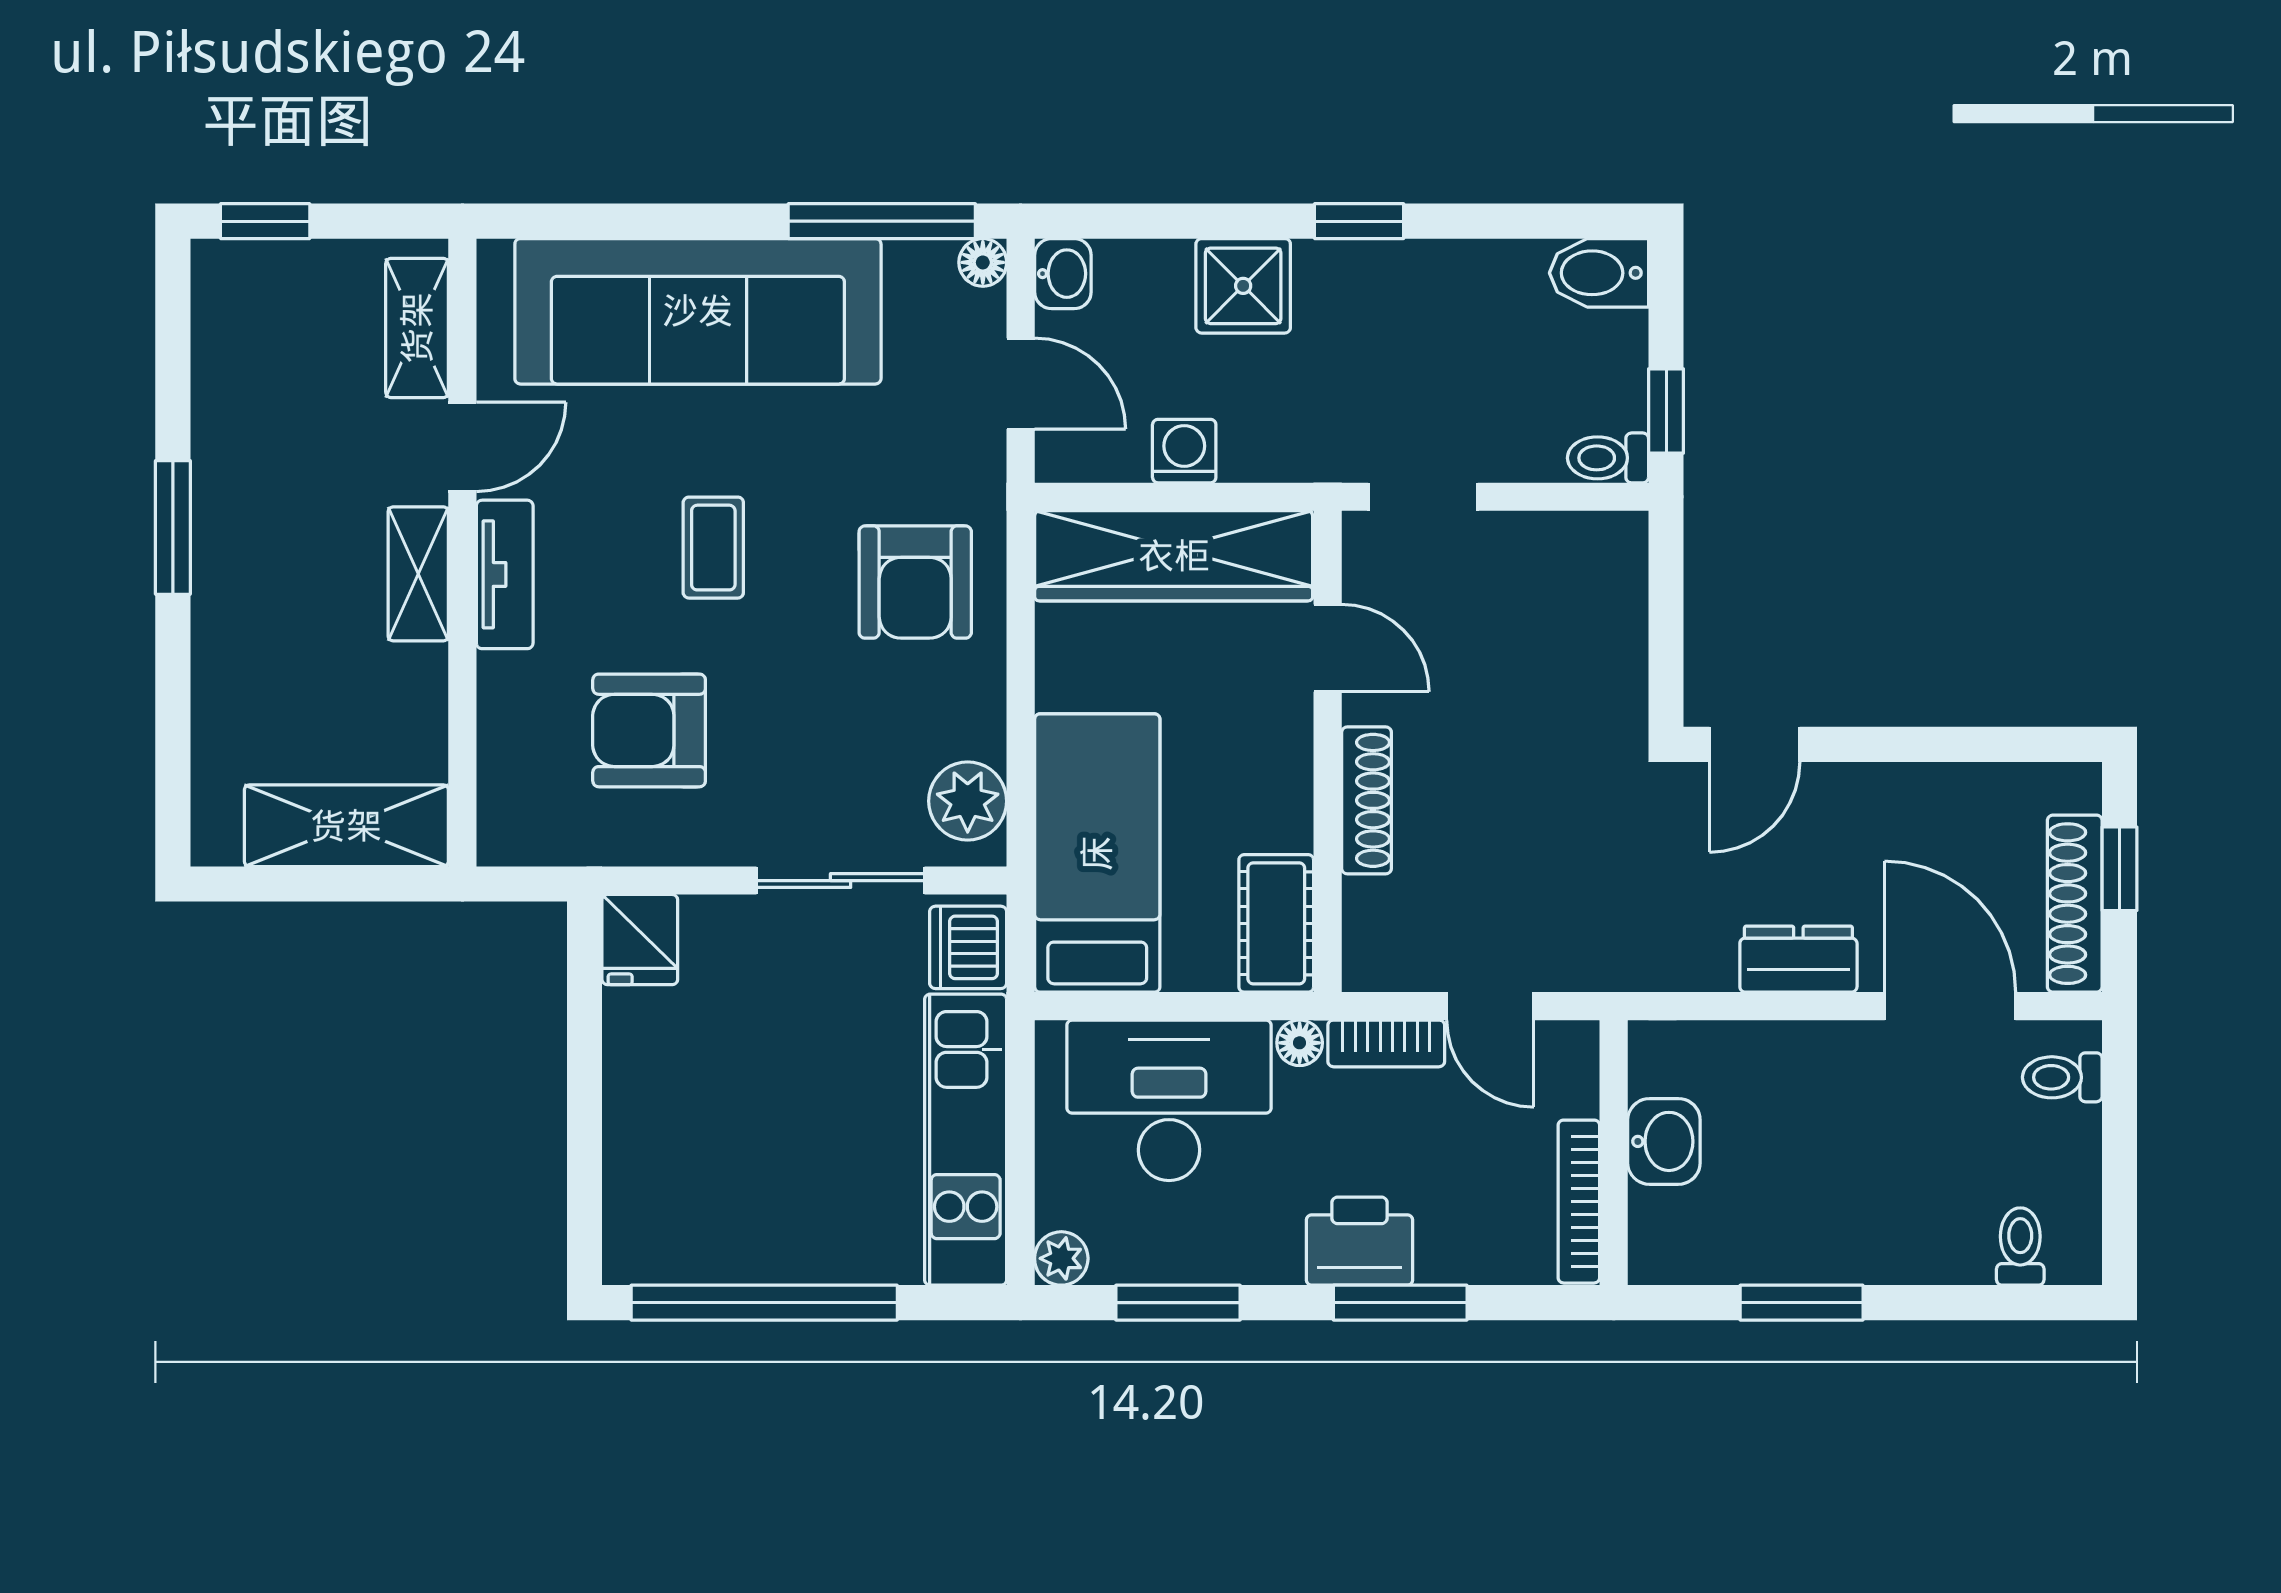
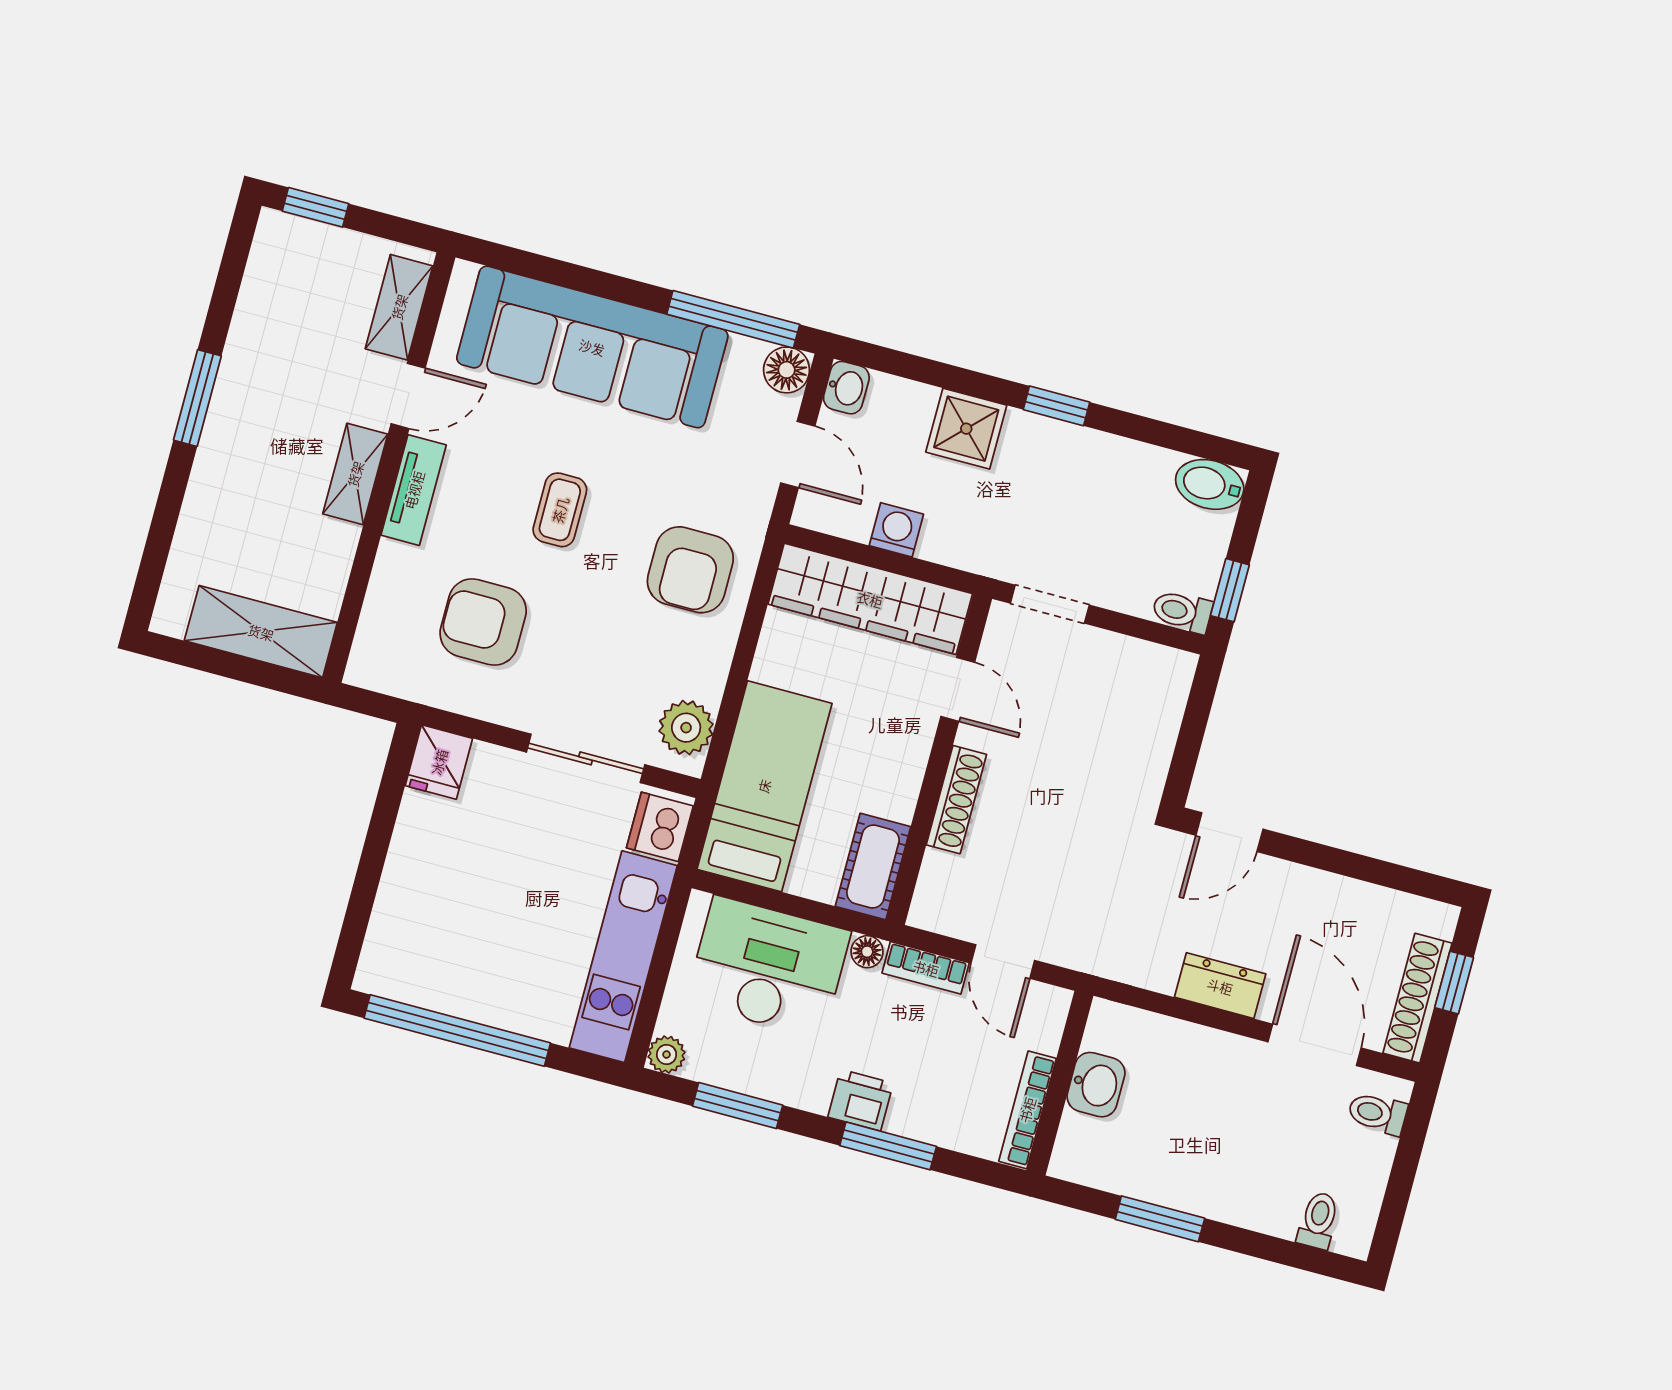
floor lamp: (983, 262) -> (787, 370), width x1.37, depth x1.37
printer: (1360, 1241) -> (860, 1100), width x0.73, depth x0.81

